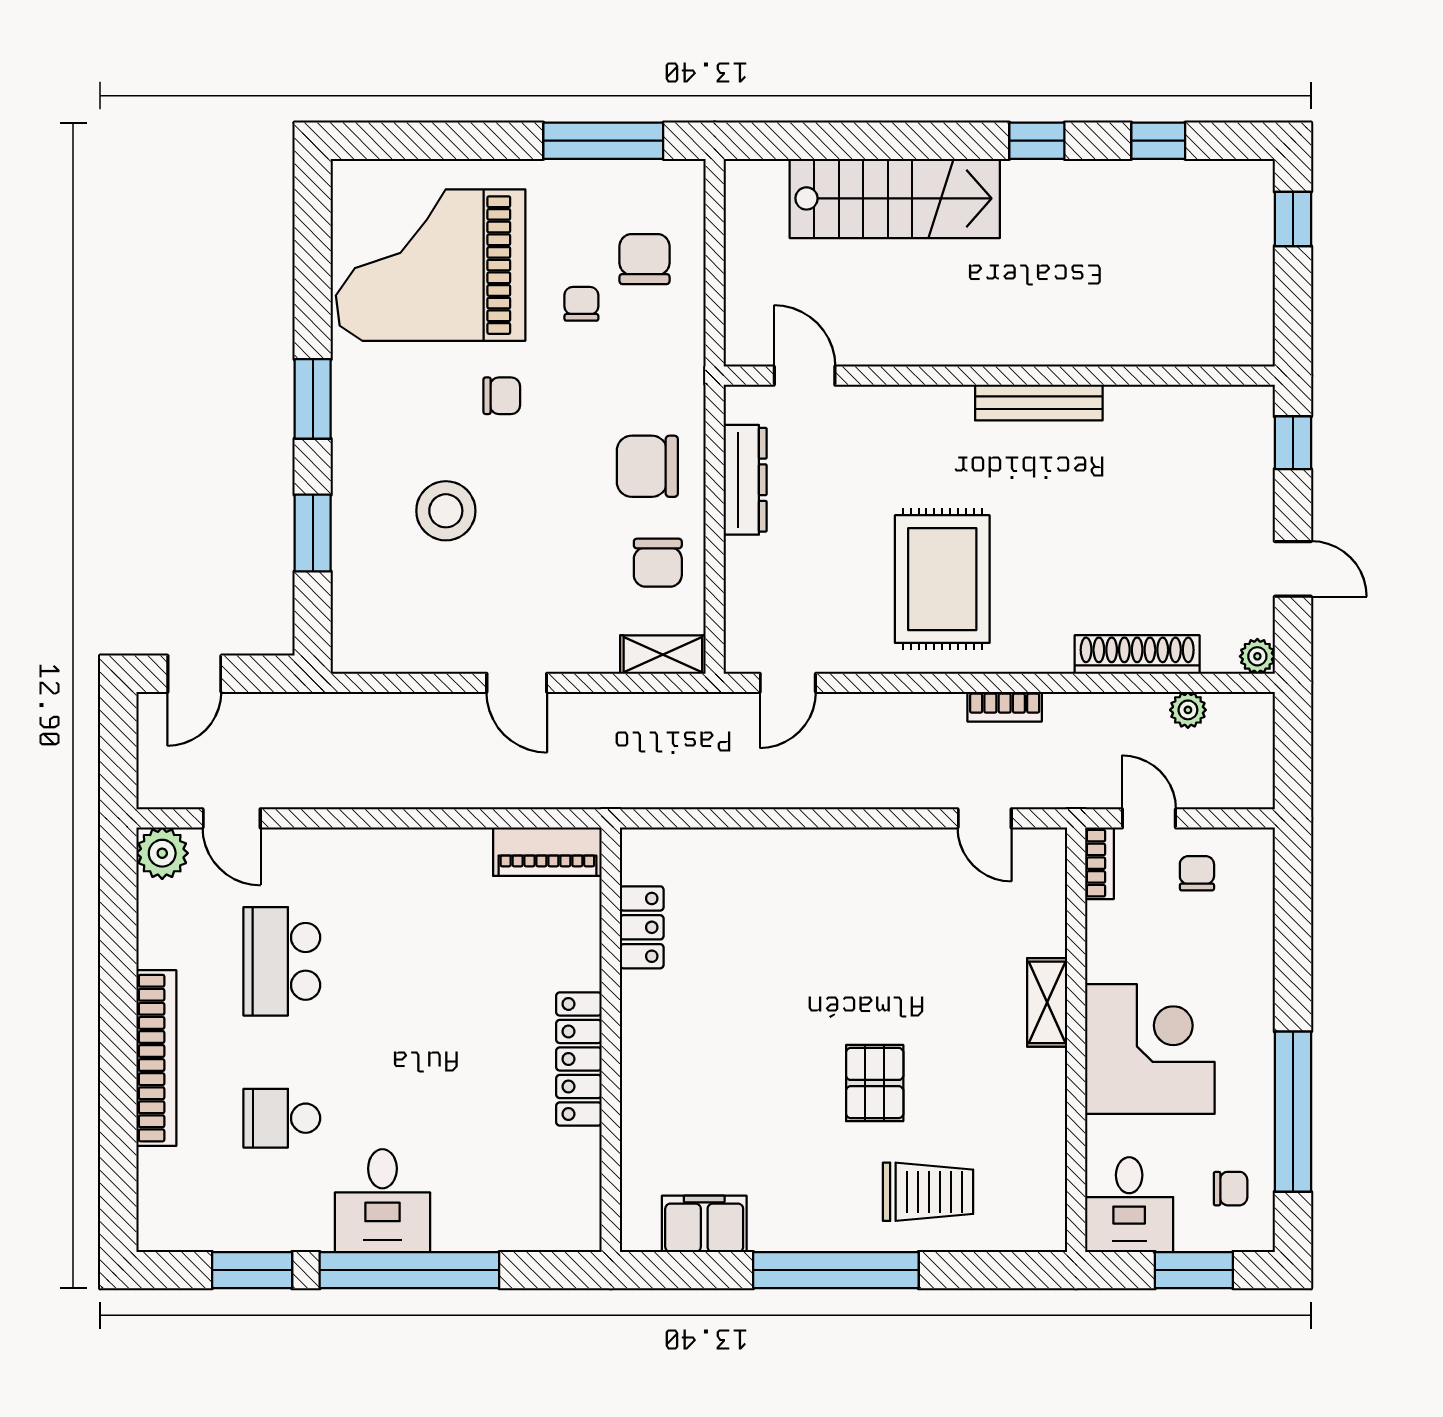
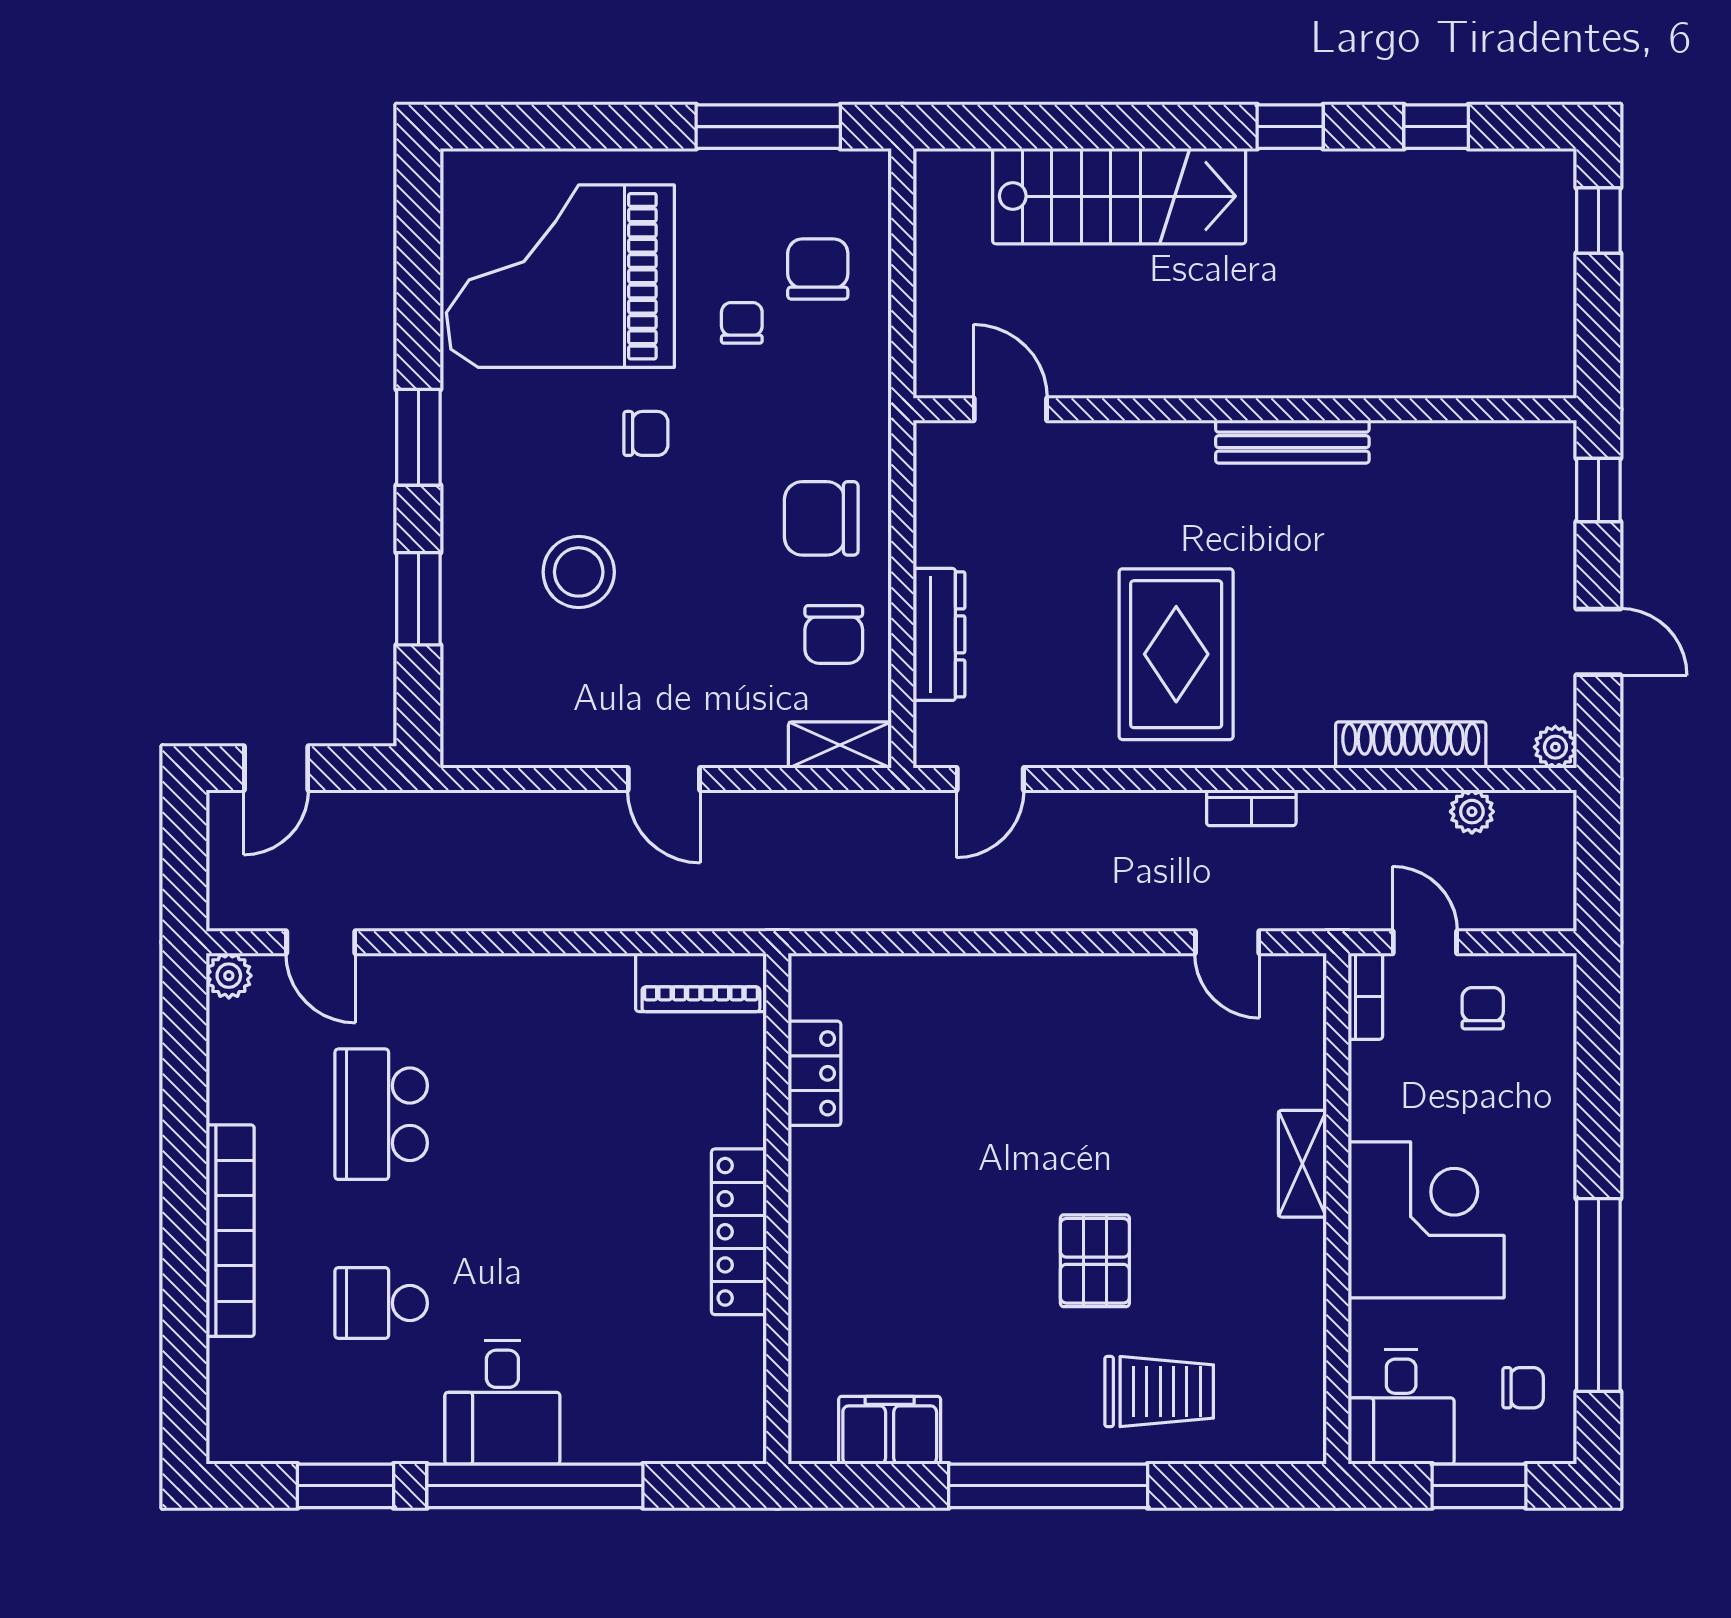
dresser: (745, 480) -> (939, 634), moved
plant: (162, 853) -> (229, 976), width x0.73, depth x0.73

